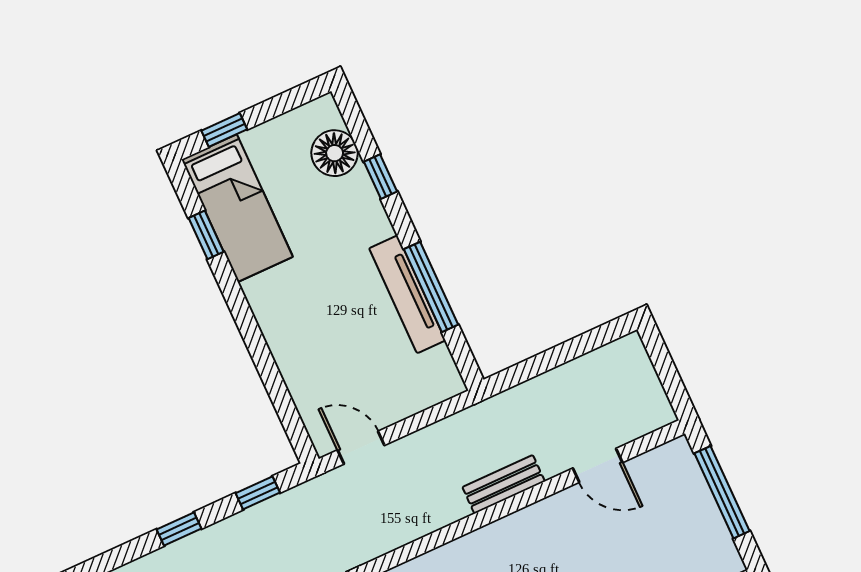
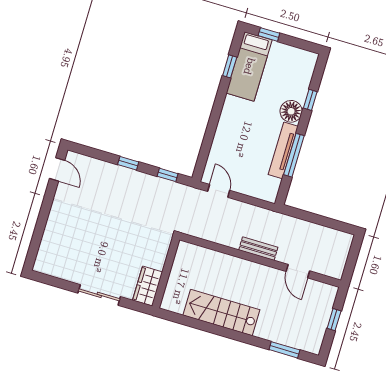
floor lamp: (335, 153) -> (291, 111), moved
window: (722, 492) -> (334, 320), width x0.46

